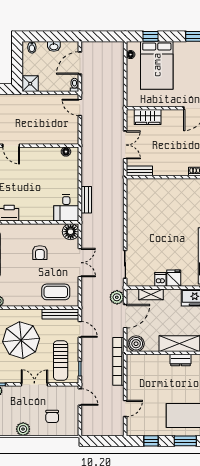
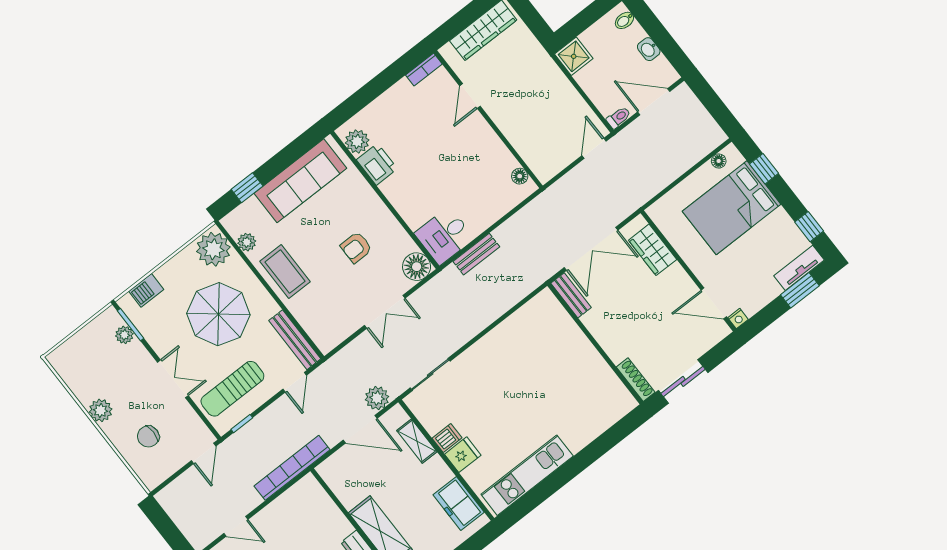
double door: (125, 145) -> (591, 249), width x1.37
coffee table: (56, 292) -> (285, 272), moved
boiler: (136, 344) -> (335, 473), removed

